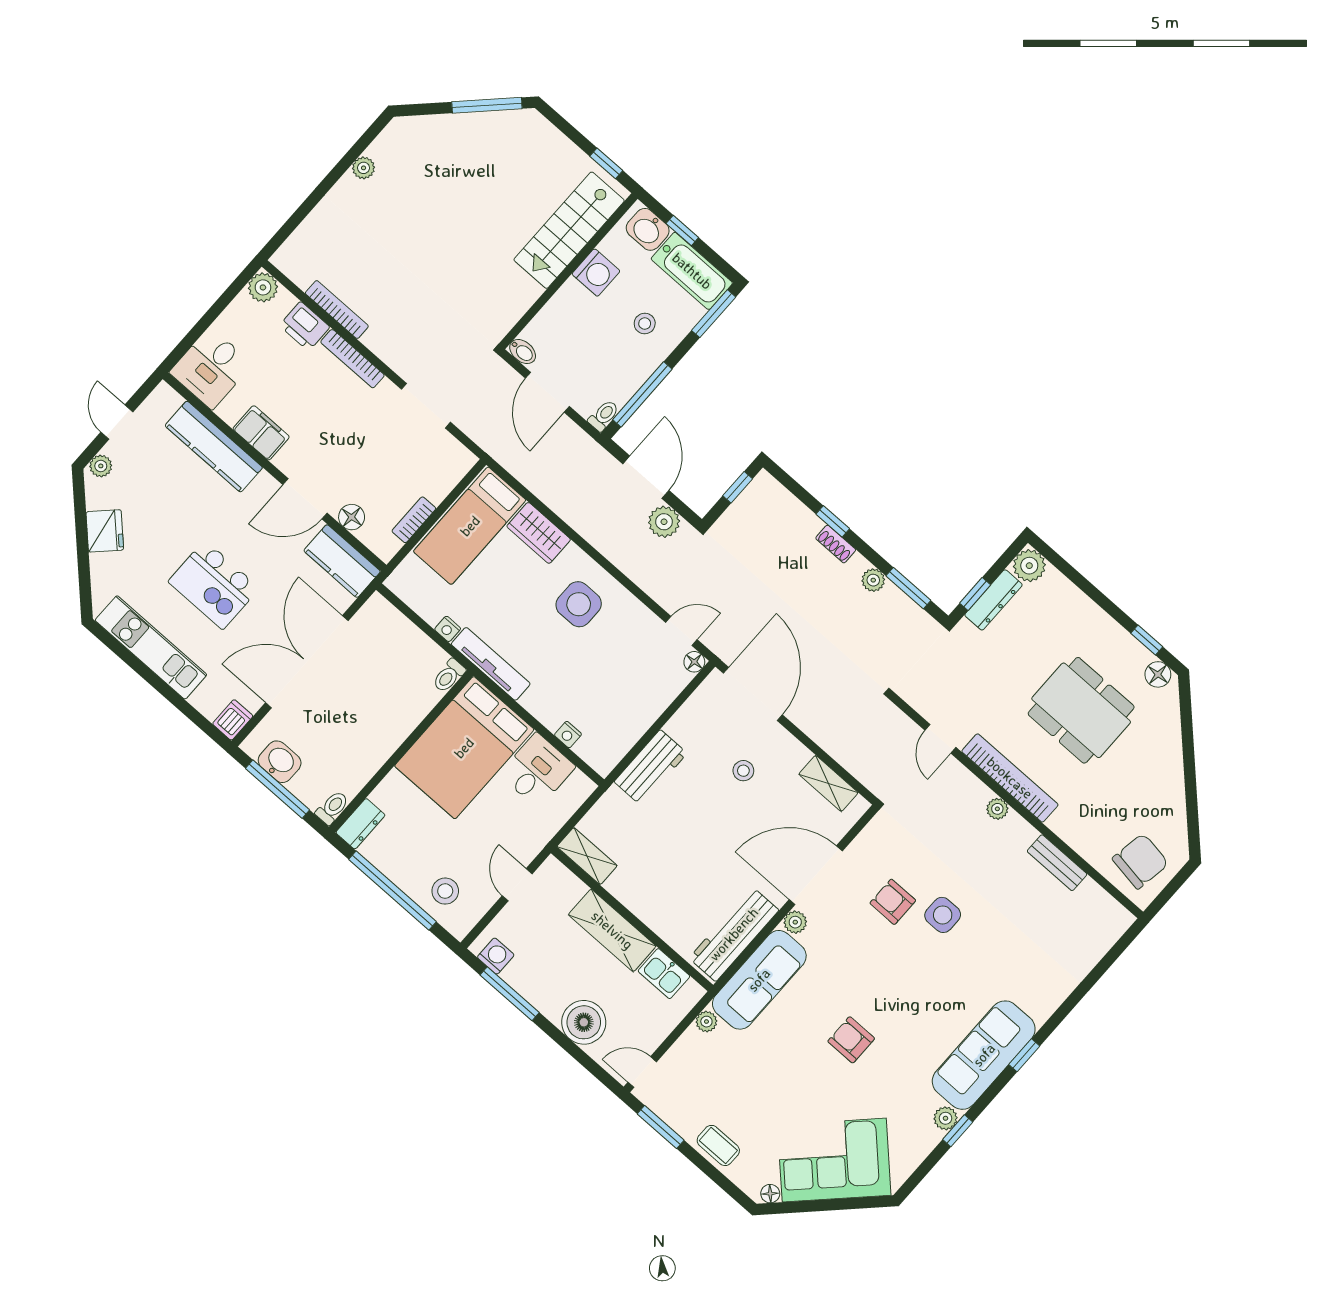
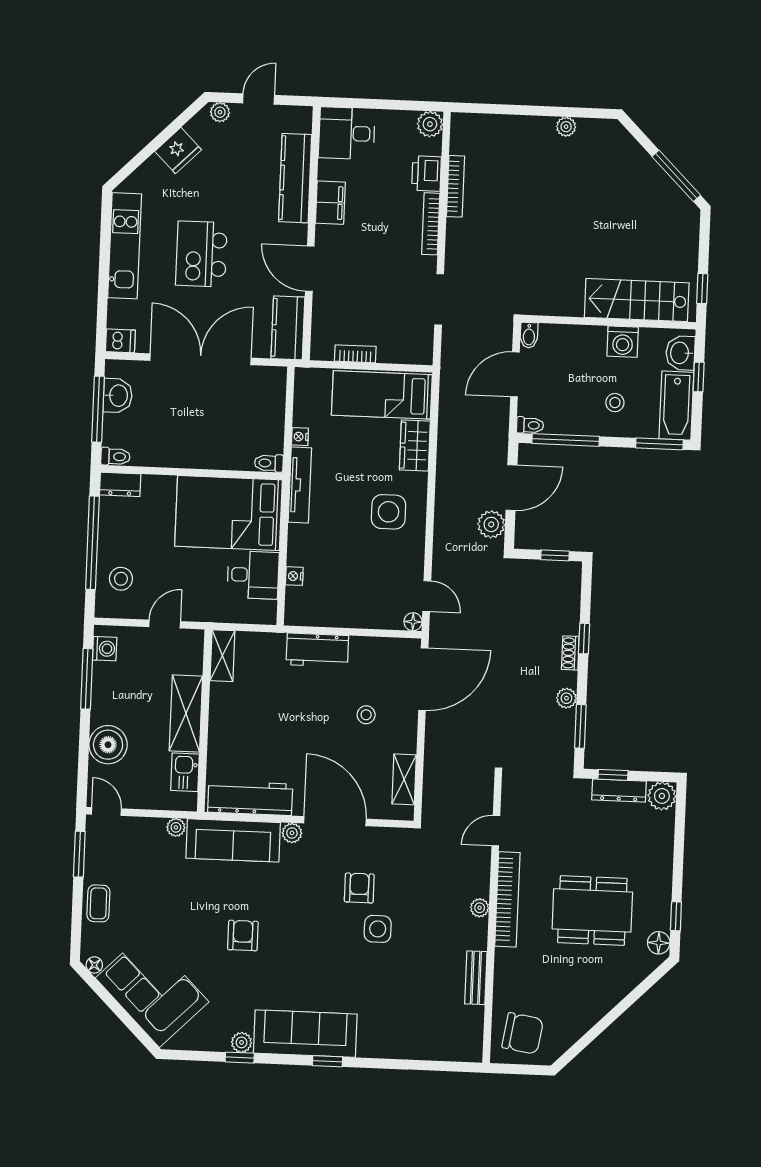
floor lamp: (352, 517) -> (323, 310), removed
dining table: (1081, 710) -> (592, 910), turned 90

